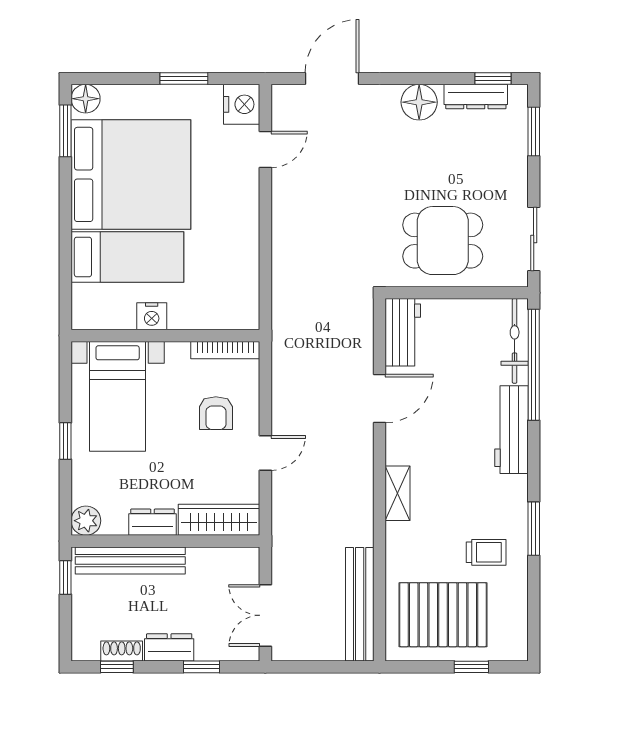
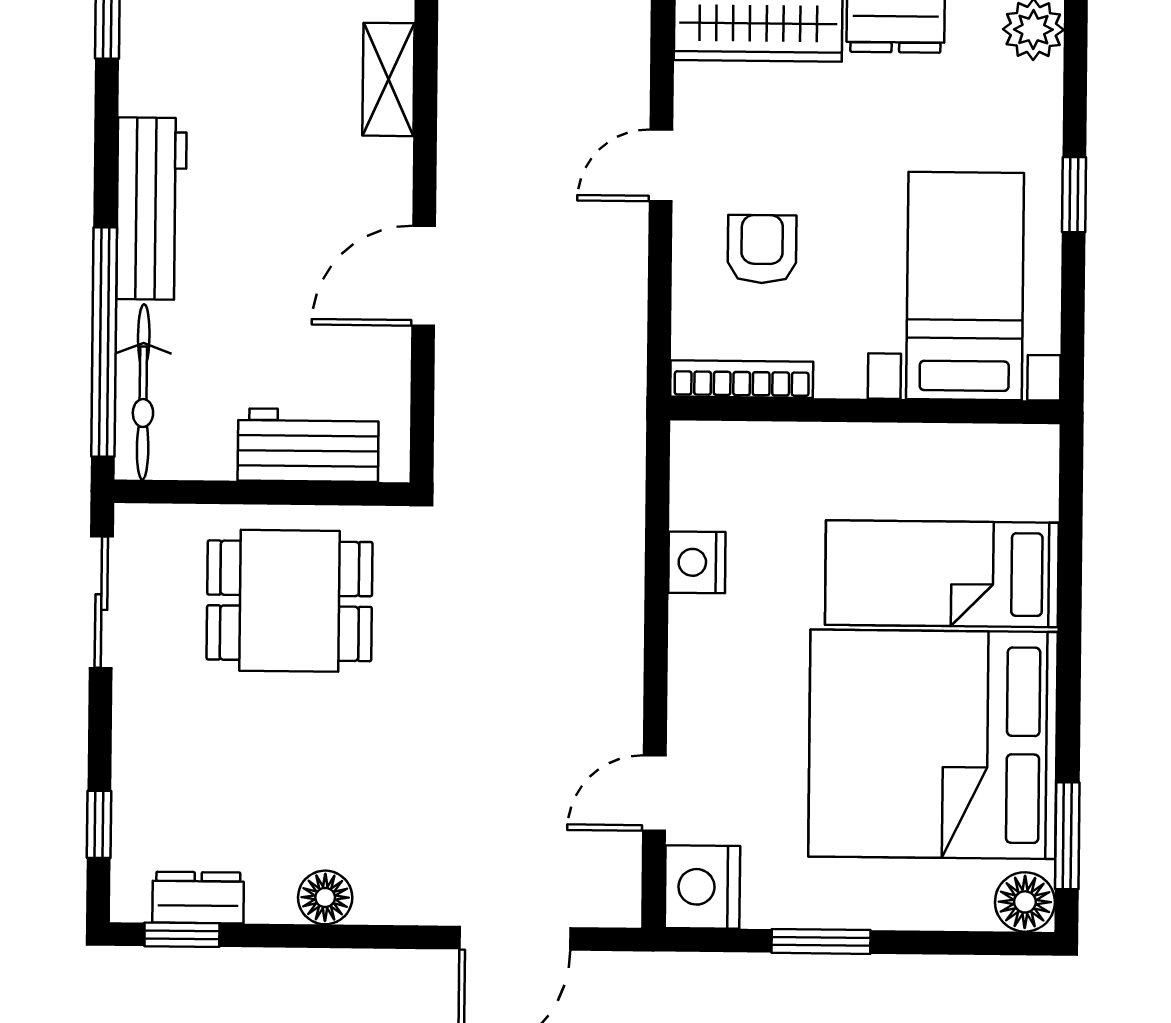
dresser: (476, 97) -> (198, 898), width x0.70
floor lamp: (419, 102) -> (325, 897), width x0.73, depth x0.73
window: (534, 132) -> (99, 824), width x0.67
nightstand: (152, 316) -> (697, 562), moved, turned -90
workbench: (403, 332) -> (308, 445), moved, turned 90

